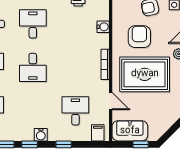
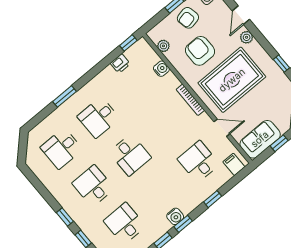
plant: (117, 12) -> (163, 46), added
desk: (33, 24) -> (99, 117), turned -90
water cooler: (41, 135) -> (175, 216), moved

